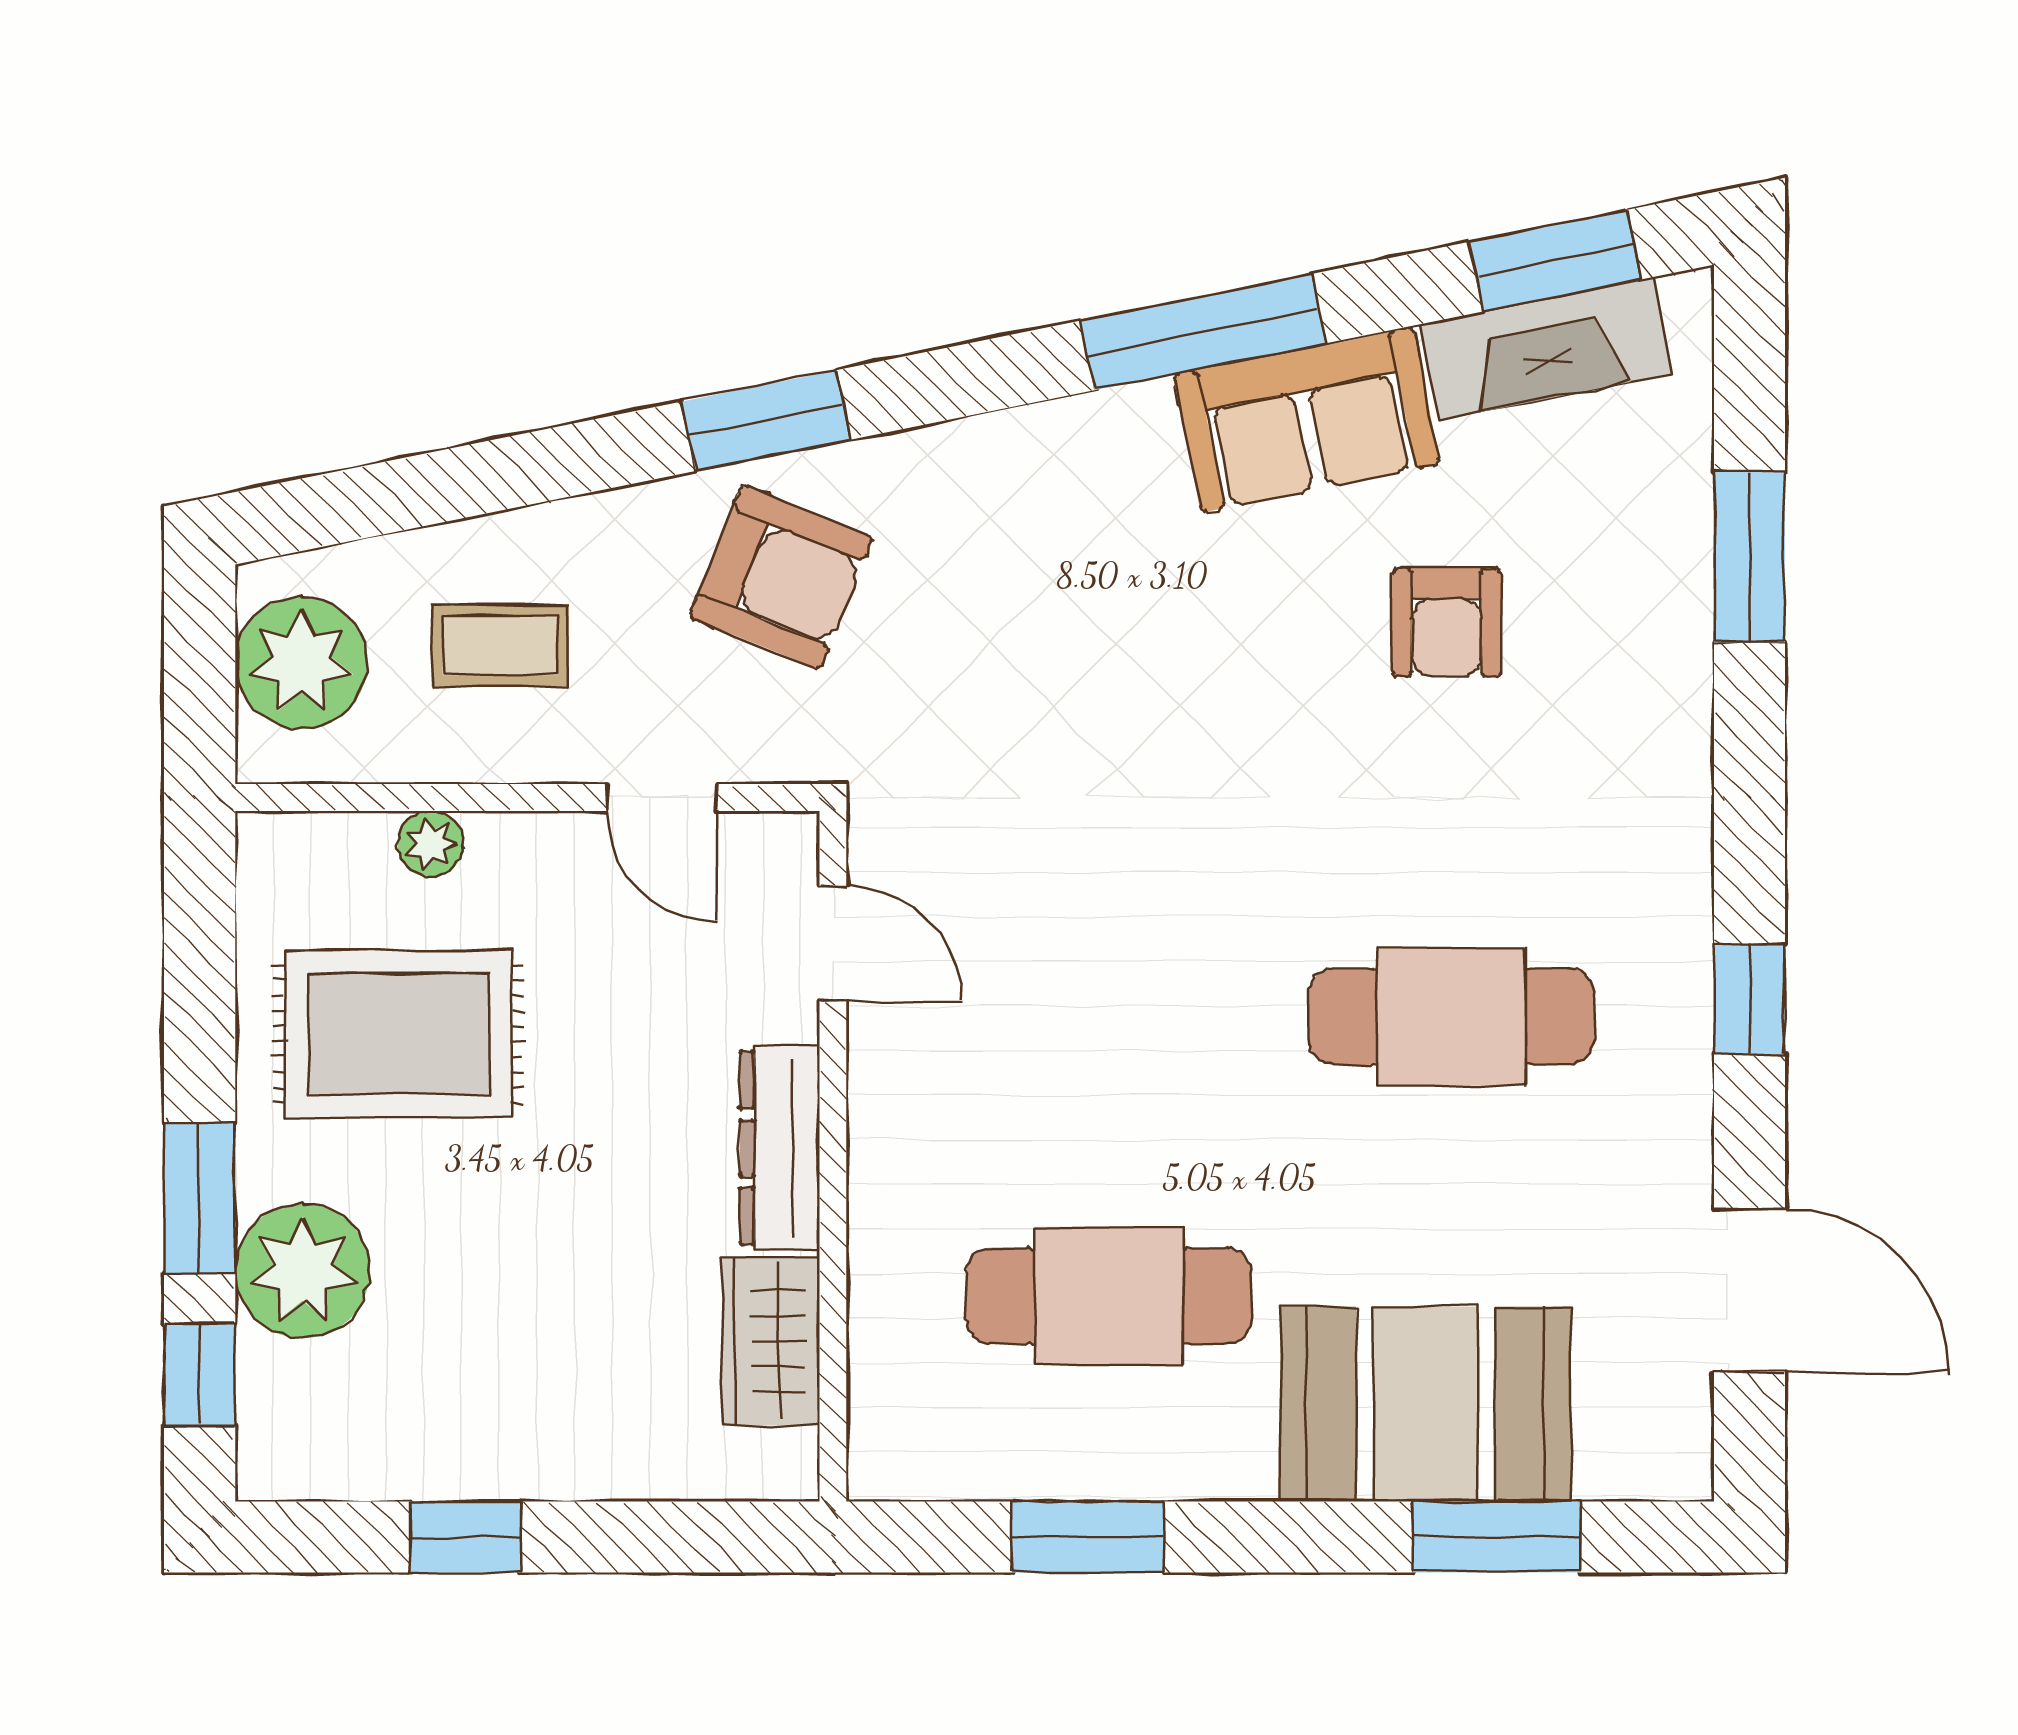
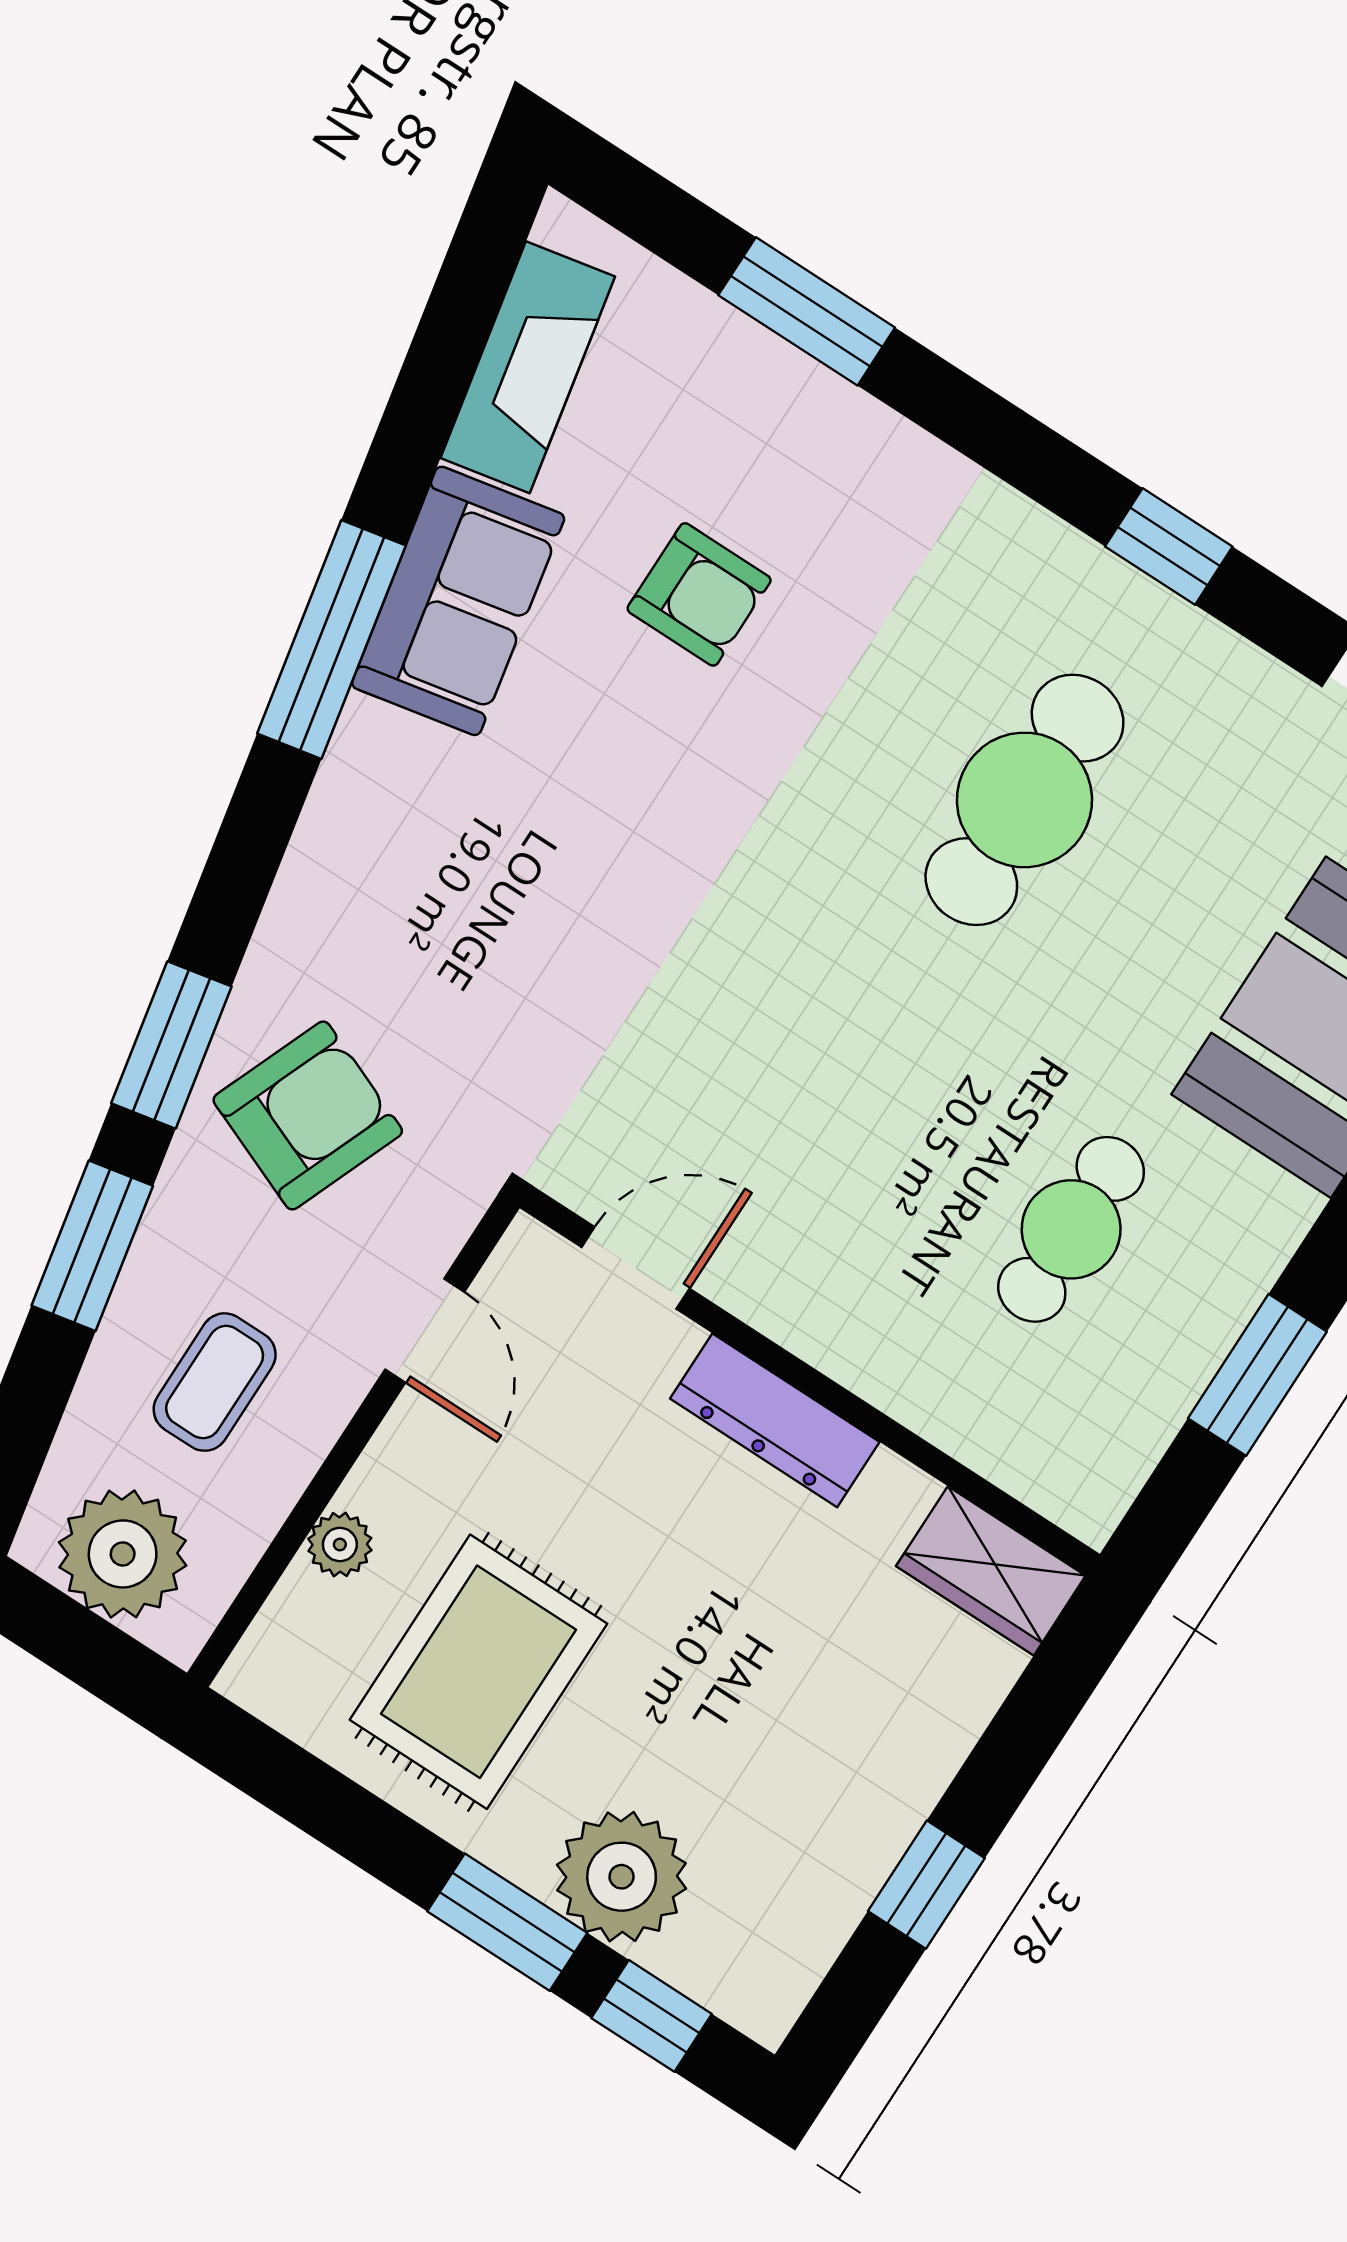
window: (1555, 261) -> (92, 1246), moved
door: (662, 797) -> (425, 1331), hinge flipped
cafe table: (1109, 1296) -> (1071, 1229), width x0.73, depth x0.74
wardrobe: (771, 1341) -> (991, 1571), moved

